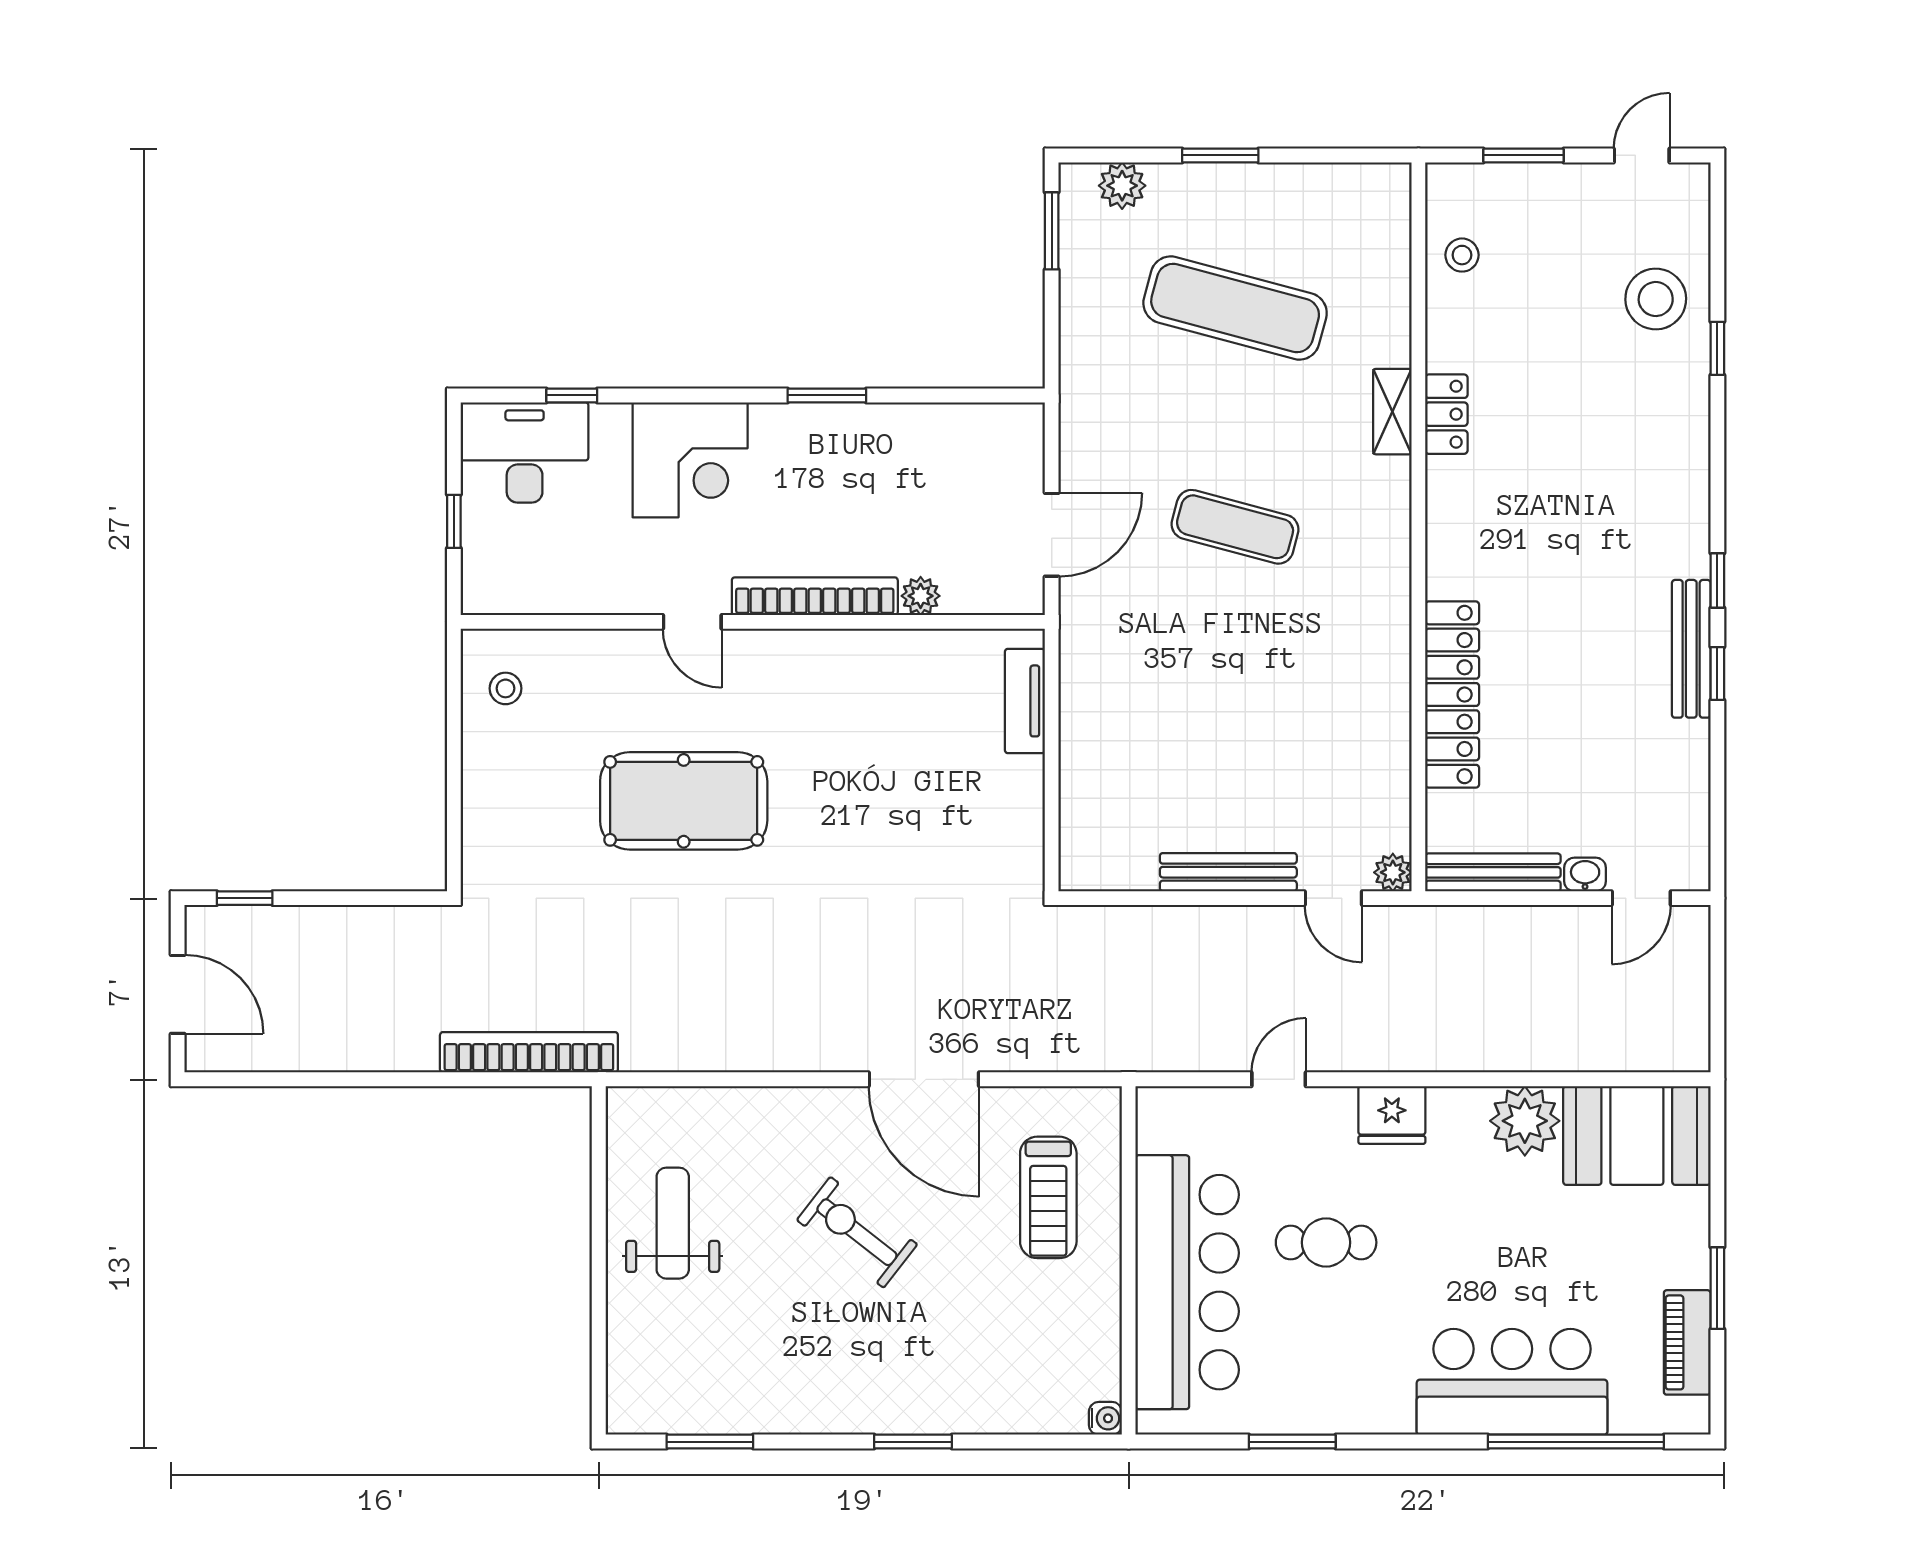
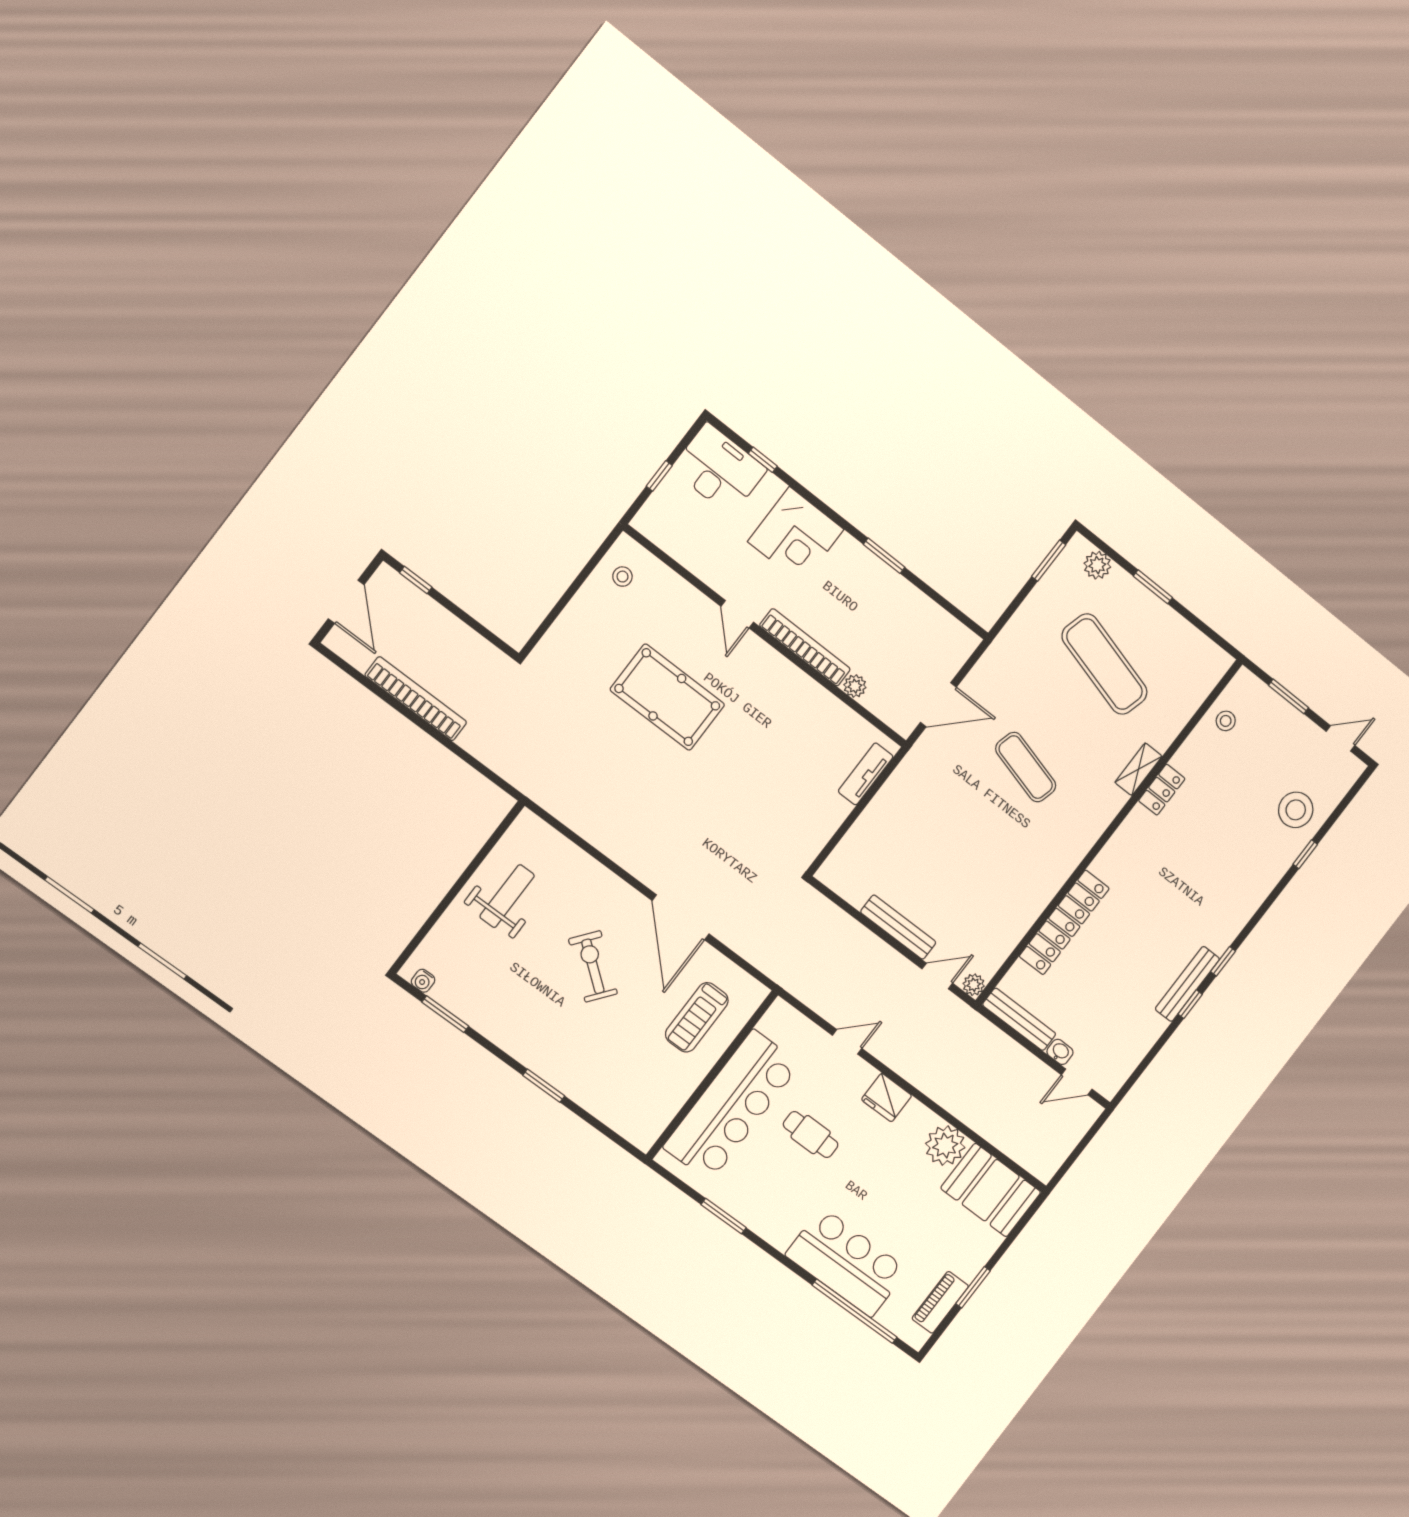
door: (1333, 898) -> (937, 976), swing flipped
bookcase: (529, 1052) -> (416, 699), moved
water cooler: (1105, 1418) -> (423, 981), moved, turned 90

